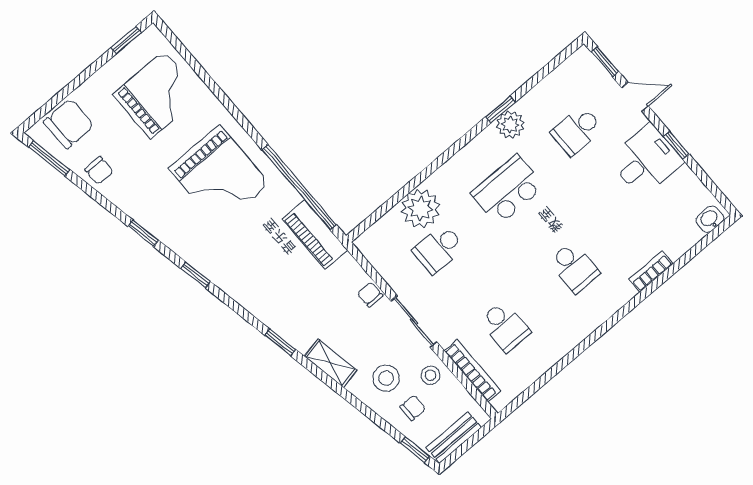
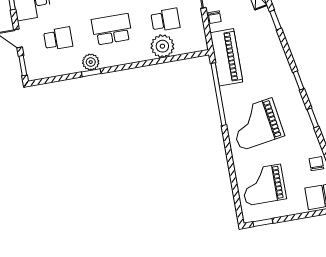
grand piano: (219, 176) -> (256, 124), turned -99
school desk: (508, 190) -> (112, 29), turned 180
piano: (315, 234) -> (226, 57), width x1.37, depth x1.33

